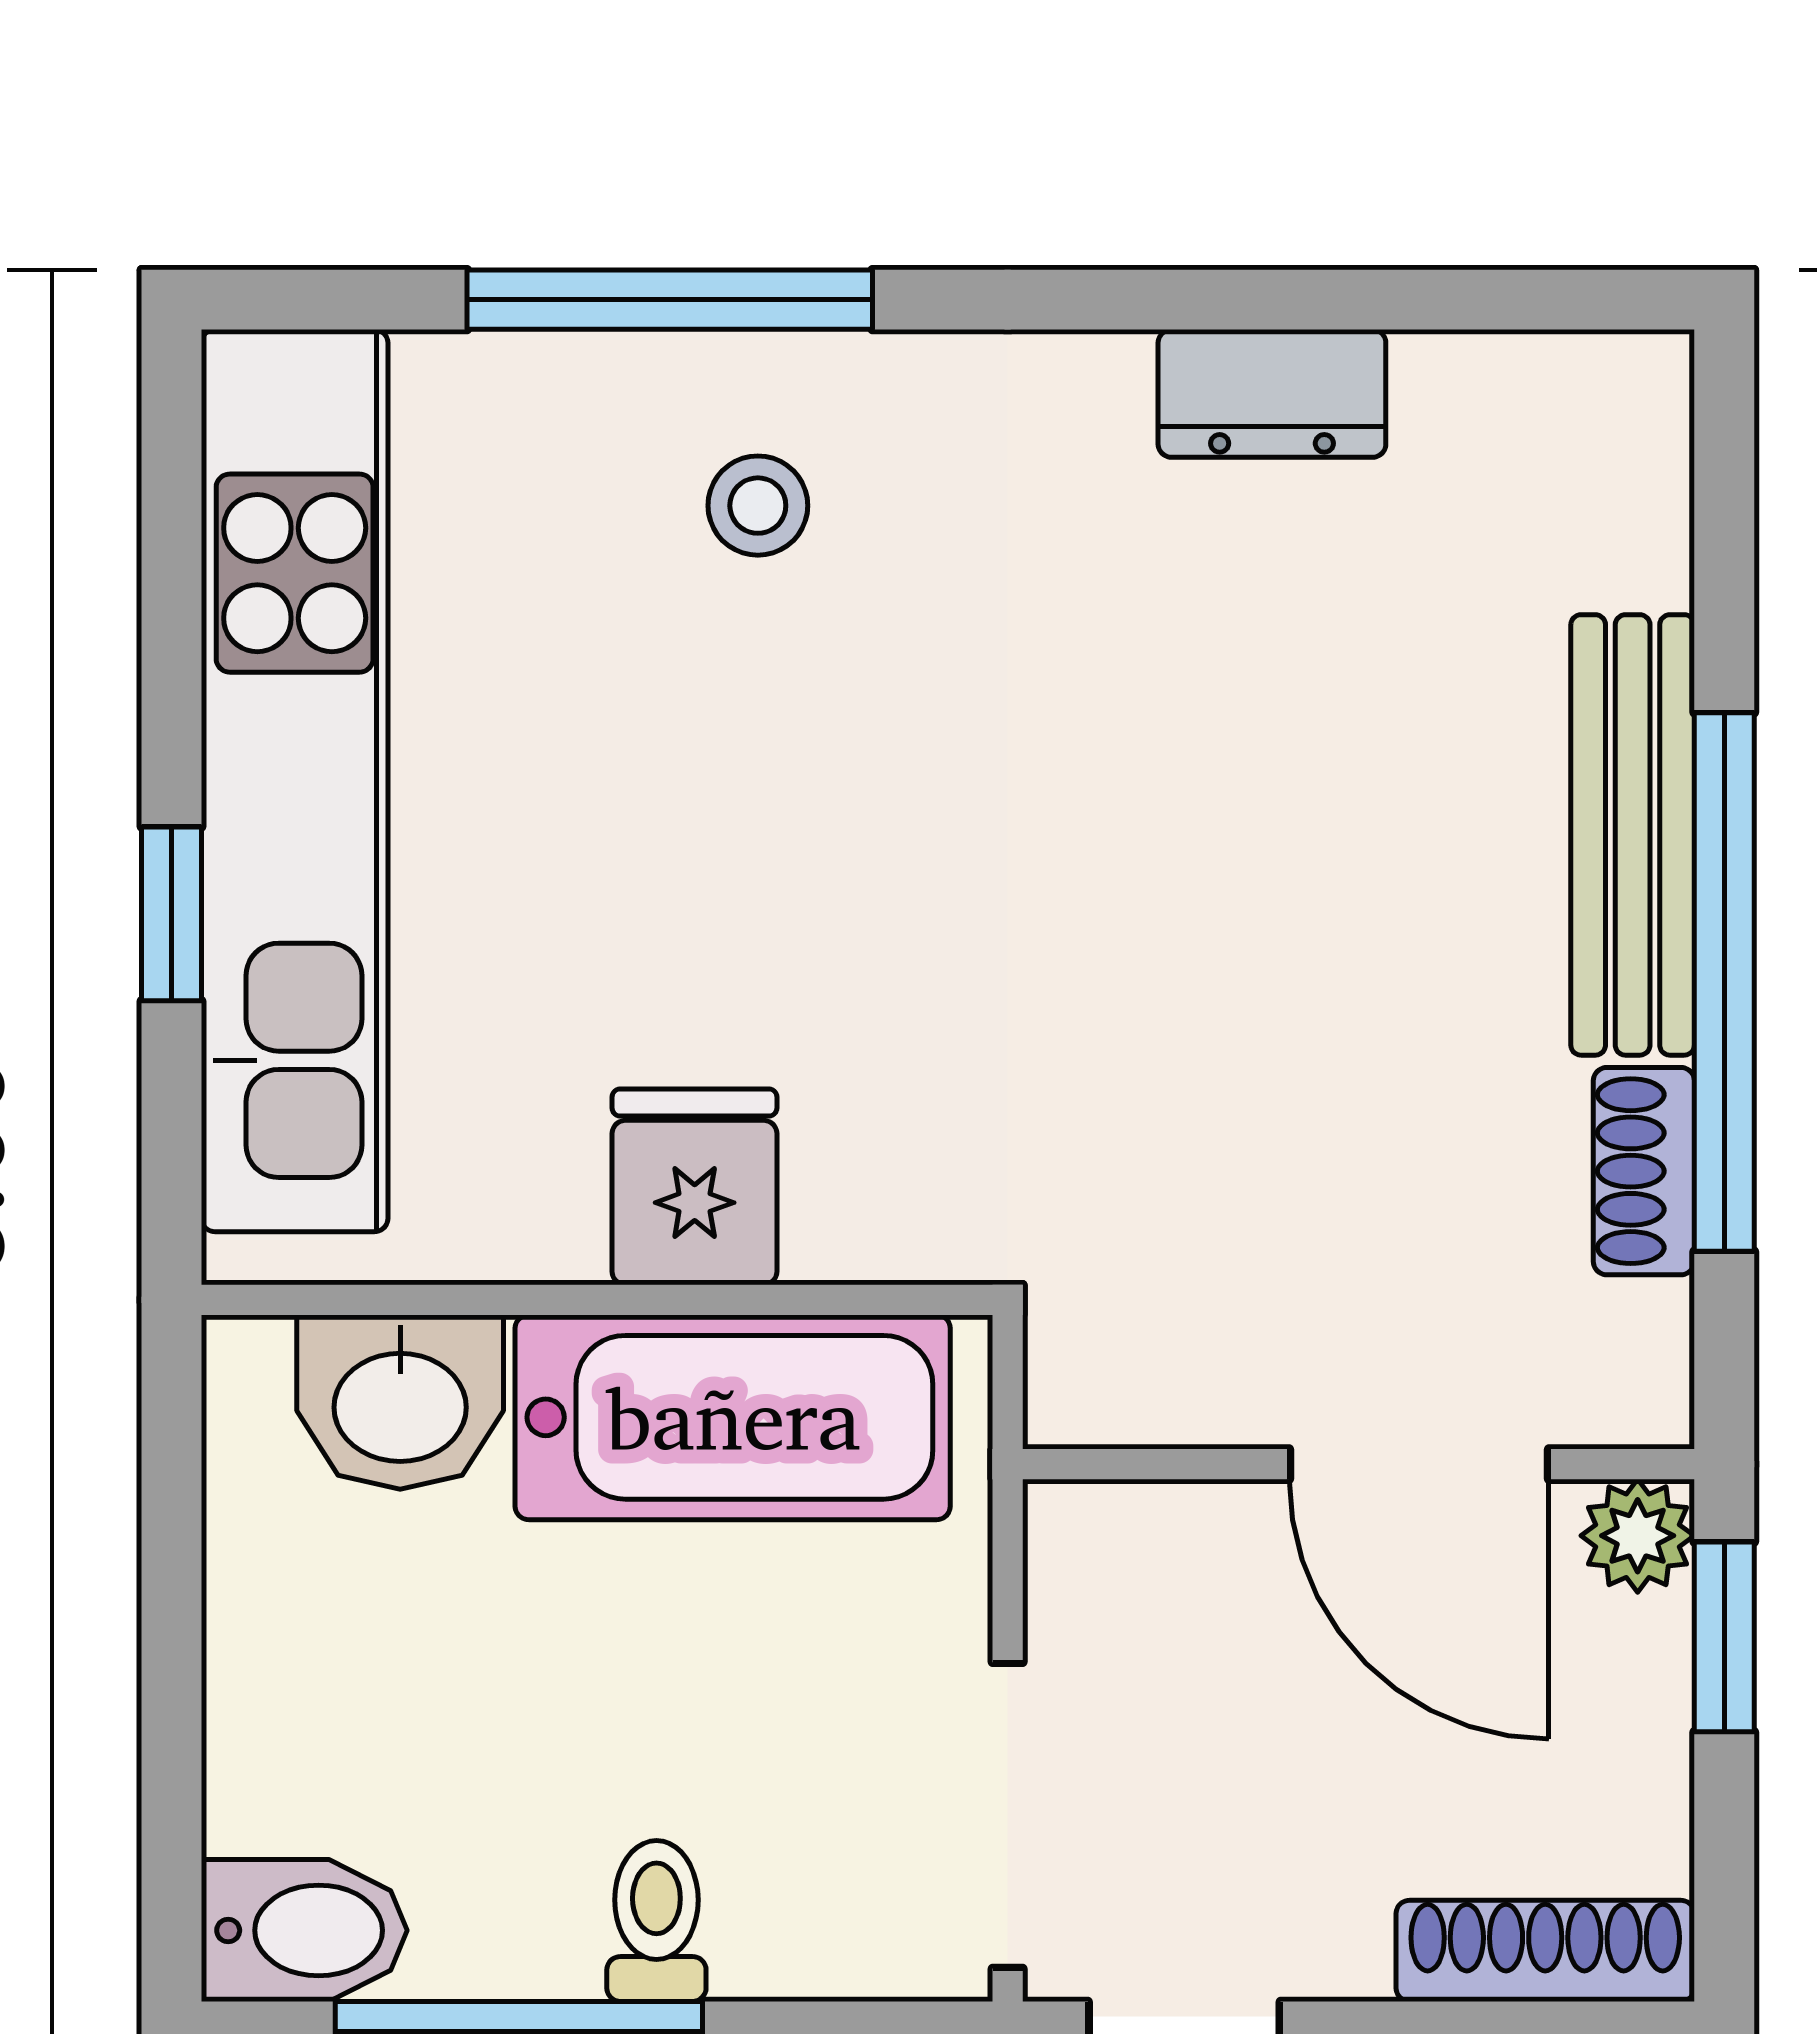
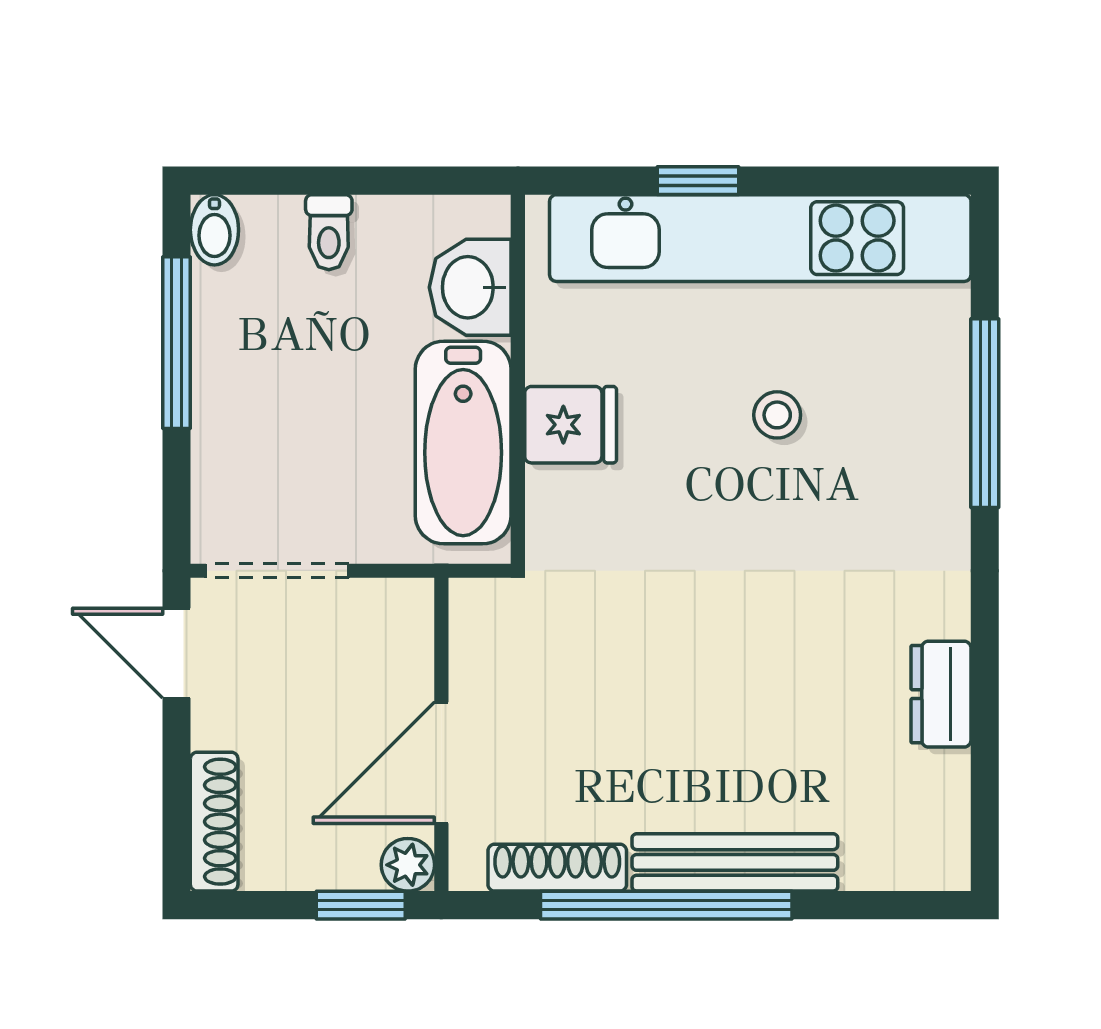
stool: (758, 506) -> (777, 415), moved
shoe rack: (1644, 1171) -> (557, 868), width x1.43
toilet: (656, 1921) -> (329, 232), moved, turned 90
bidet: (304, 1930) -> (214, 230), width x0.72, depth x0.74

